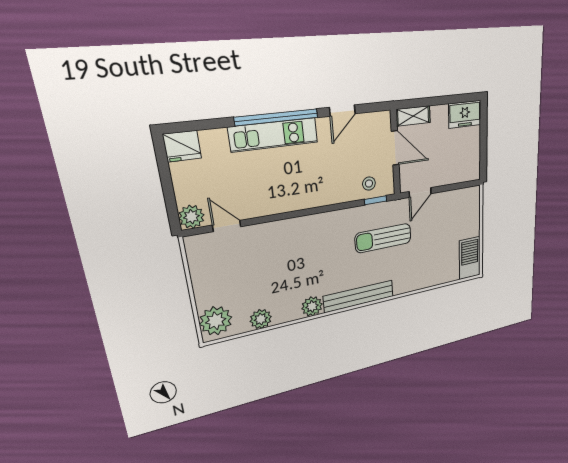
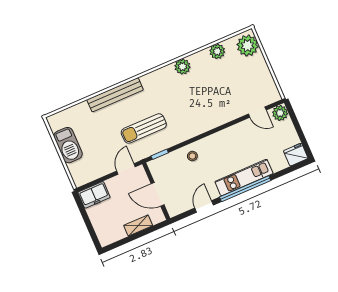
freezer: (465, 114) -> (94, 195), moved, turned 180
shelving: (413, 116) -> (138, 226), moved
stool: (369, 184) -> (192, 156), moved
sun lounger: (383, 238) -> (144, 128), turned 180
barbecue: (470, 258) -> (68, 145), moved
bench: (359, 296) -> (115, 95), moved

